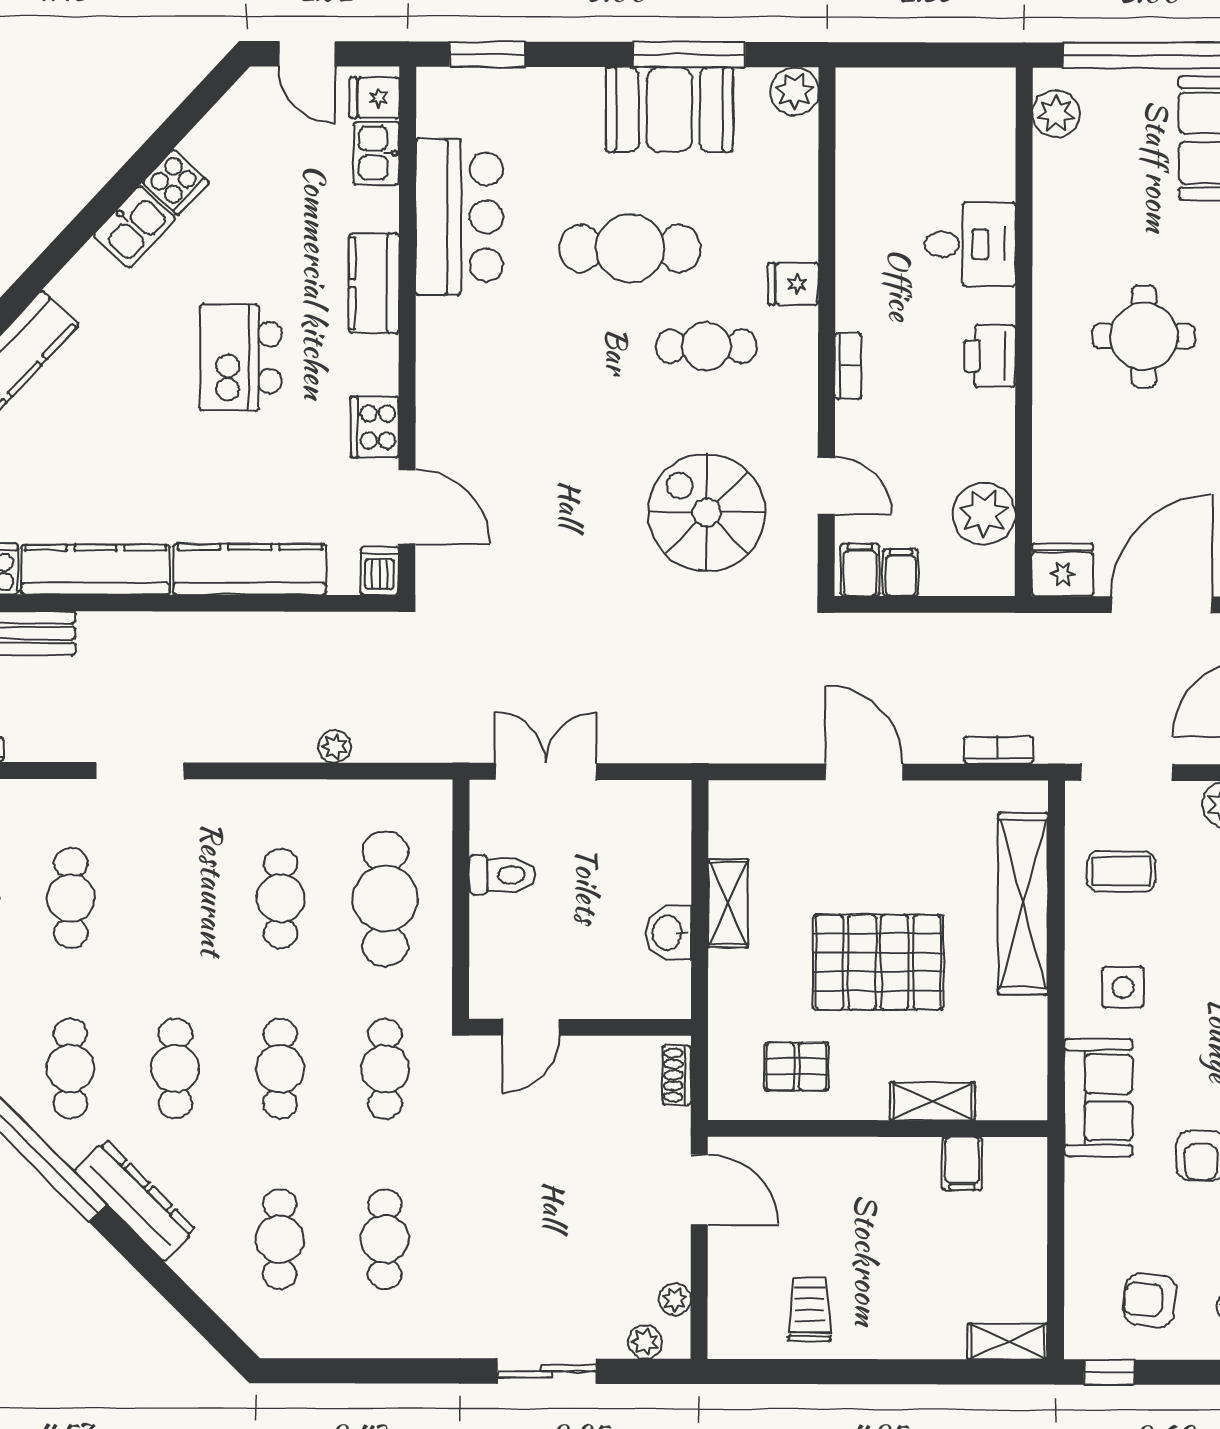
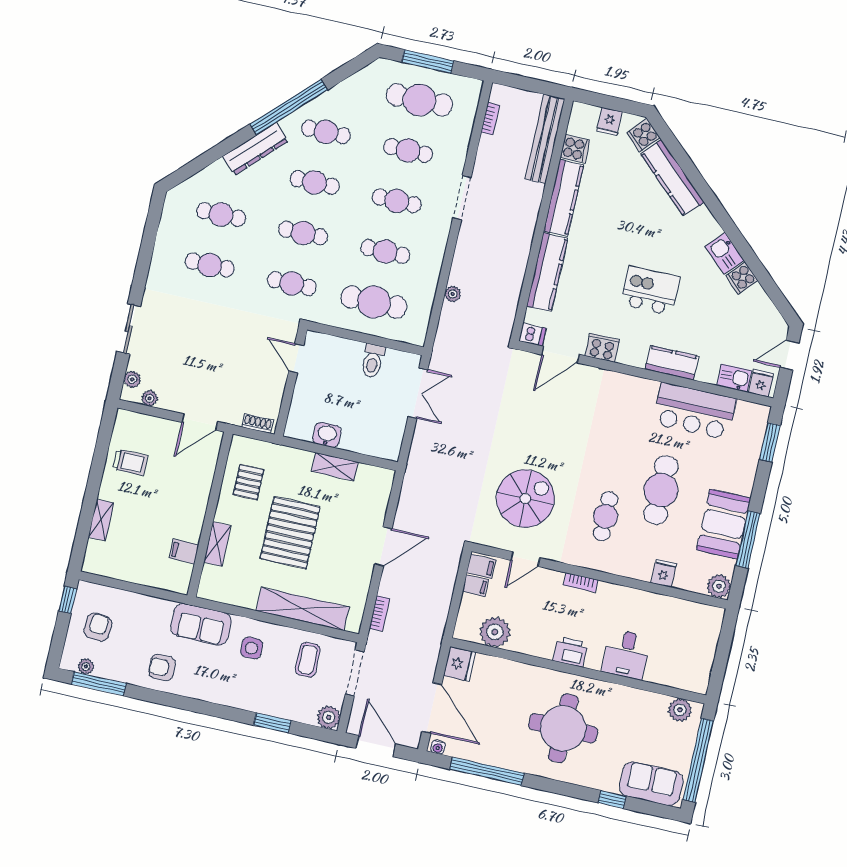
fridge: (793, 284) -> (664, 573), moved
round table: (1144, 336) -> (563, 728), width x1.36, depth x1.36
cafe table: (176, 898) -> (397, 201), added
shelving: (1008, 1342) -> (101, 520), moved

